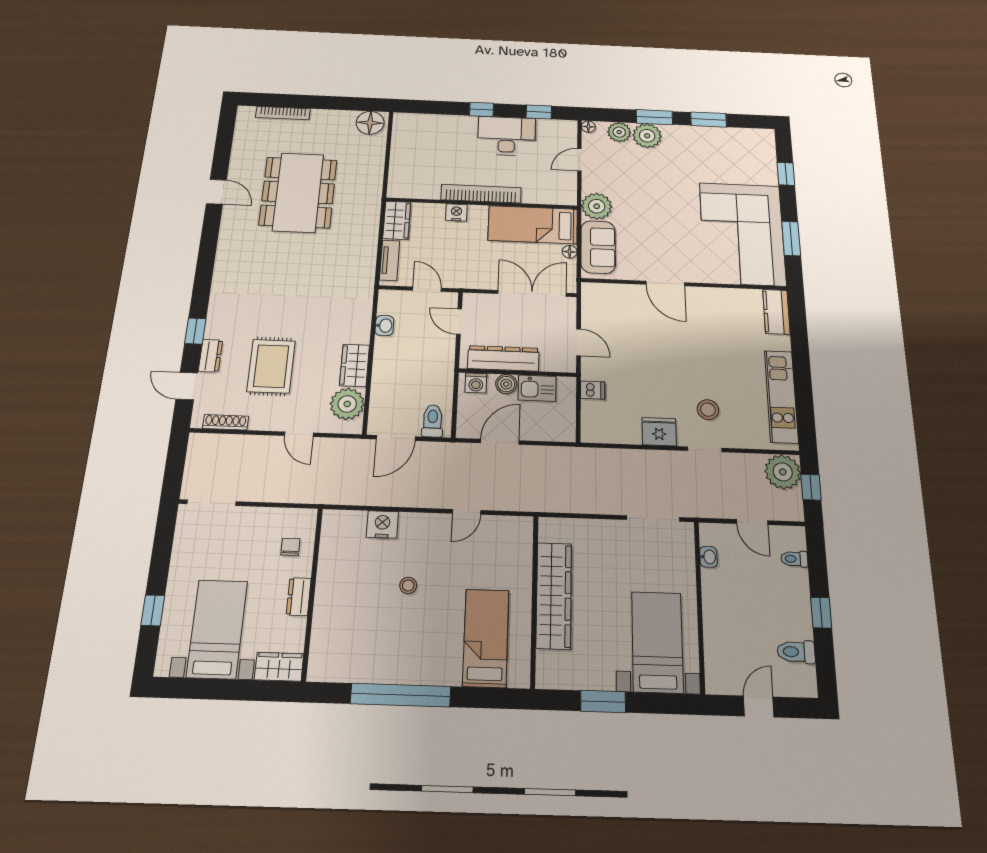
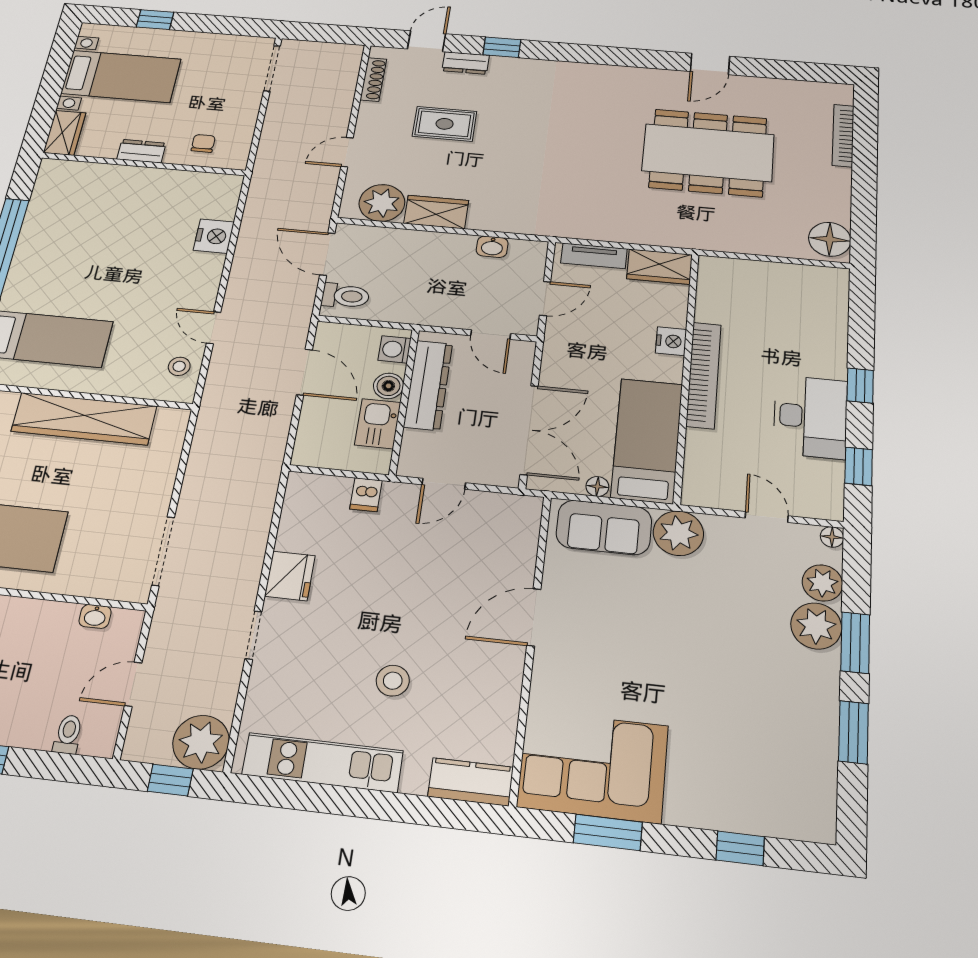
corner sofa: (742, 234) -> (593, 766), width x0.73, depth x0.74
door: (459, 322) -> (491, 335), swing flipped
rug: (271, 366) -> (445, 124), width x0.73, depth x0.70
stool: (708, 410) -> (393, 681), moved
chair: (290, 547) -> (203, 143), turned -90
stool: (408, 585) -> (179, 366), moved

